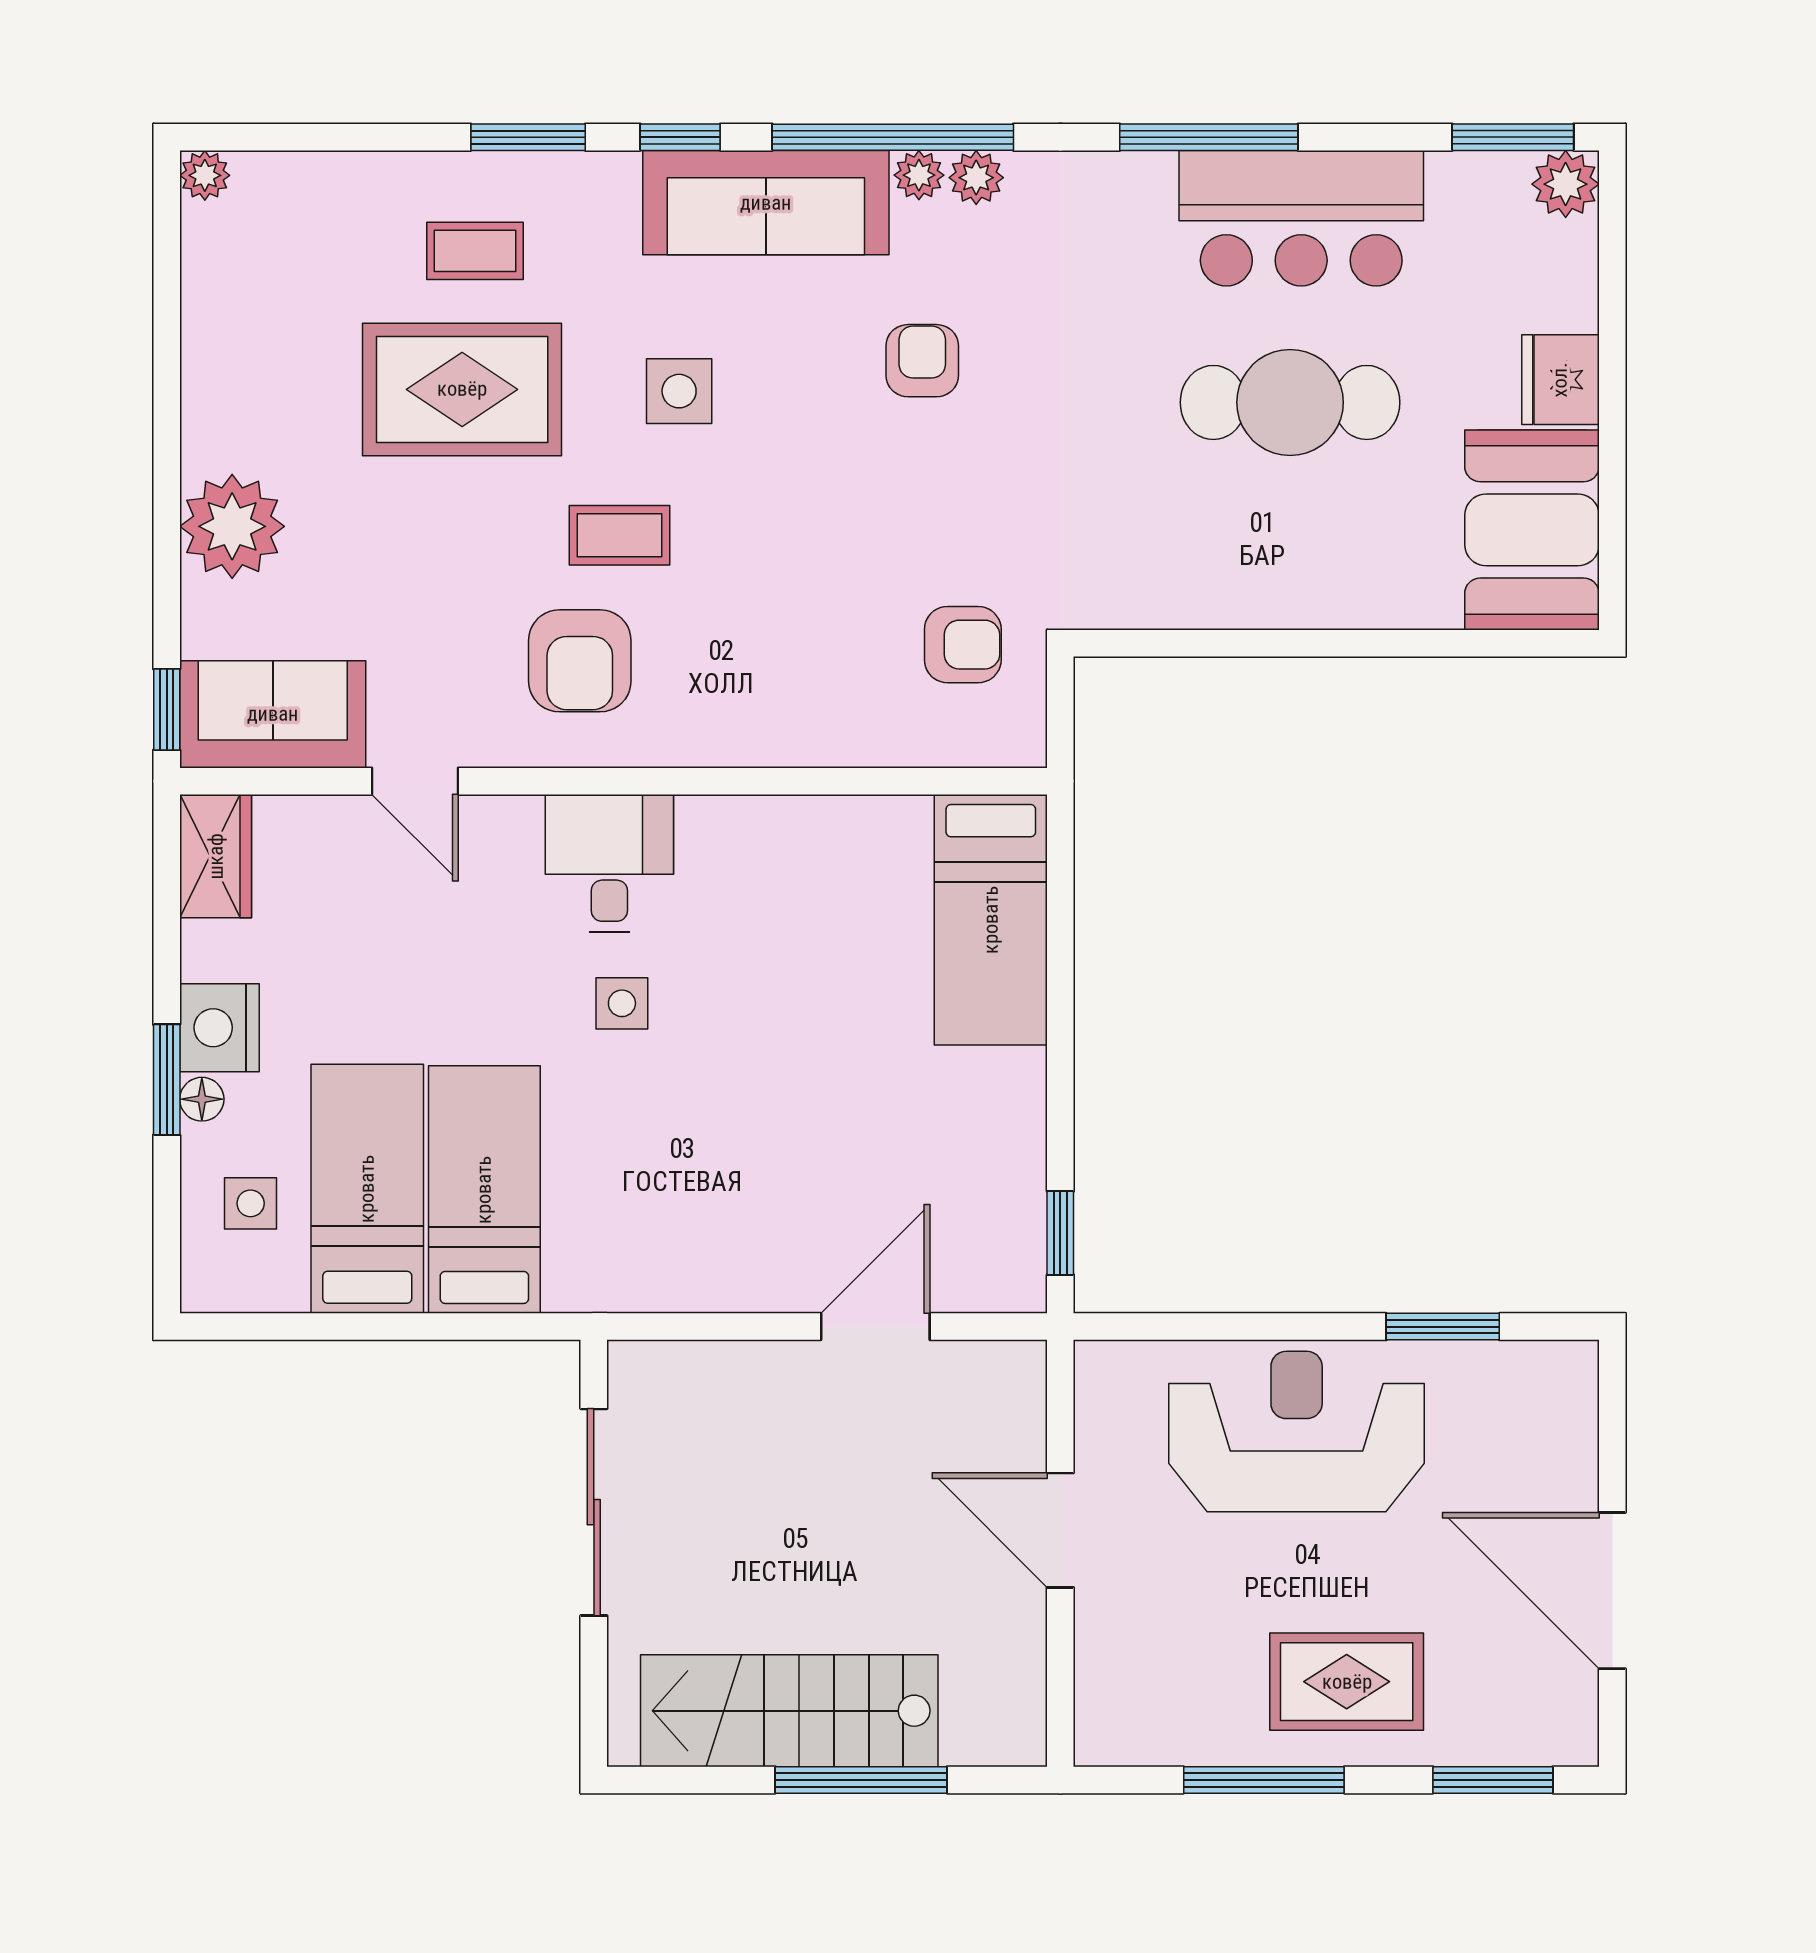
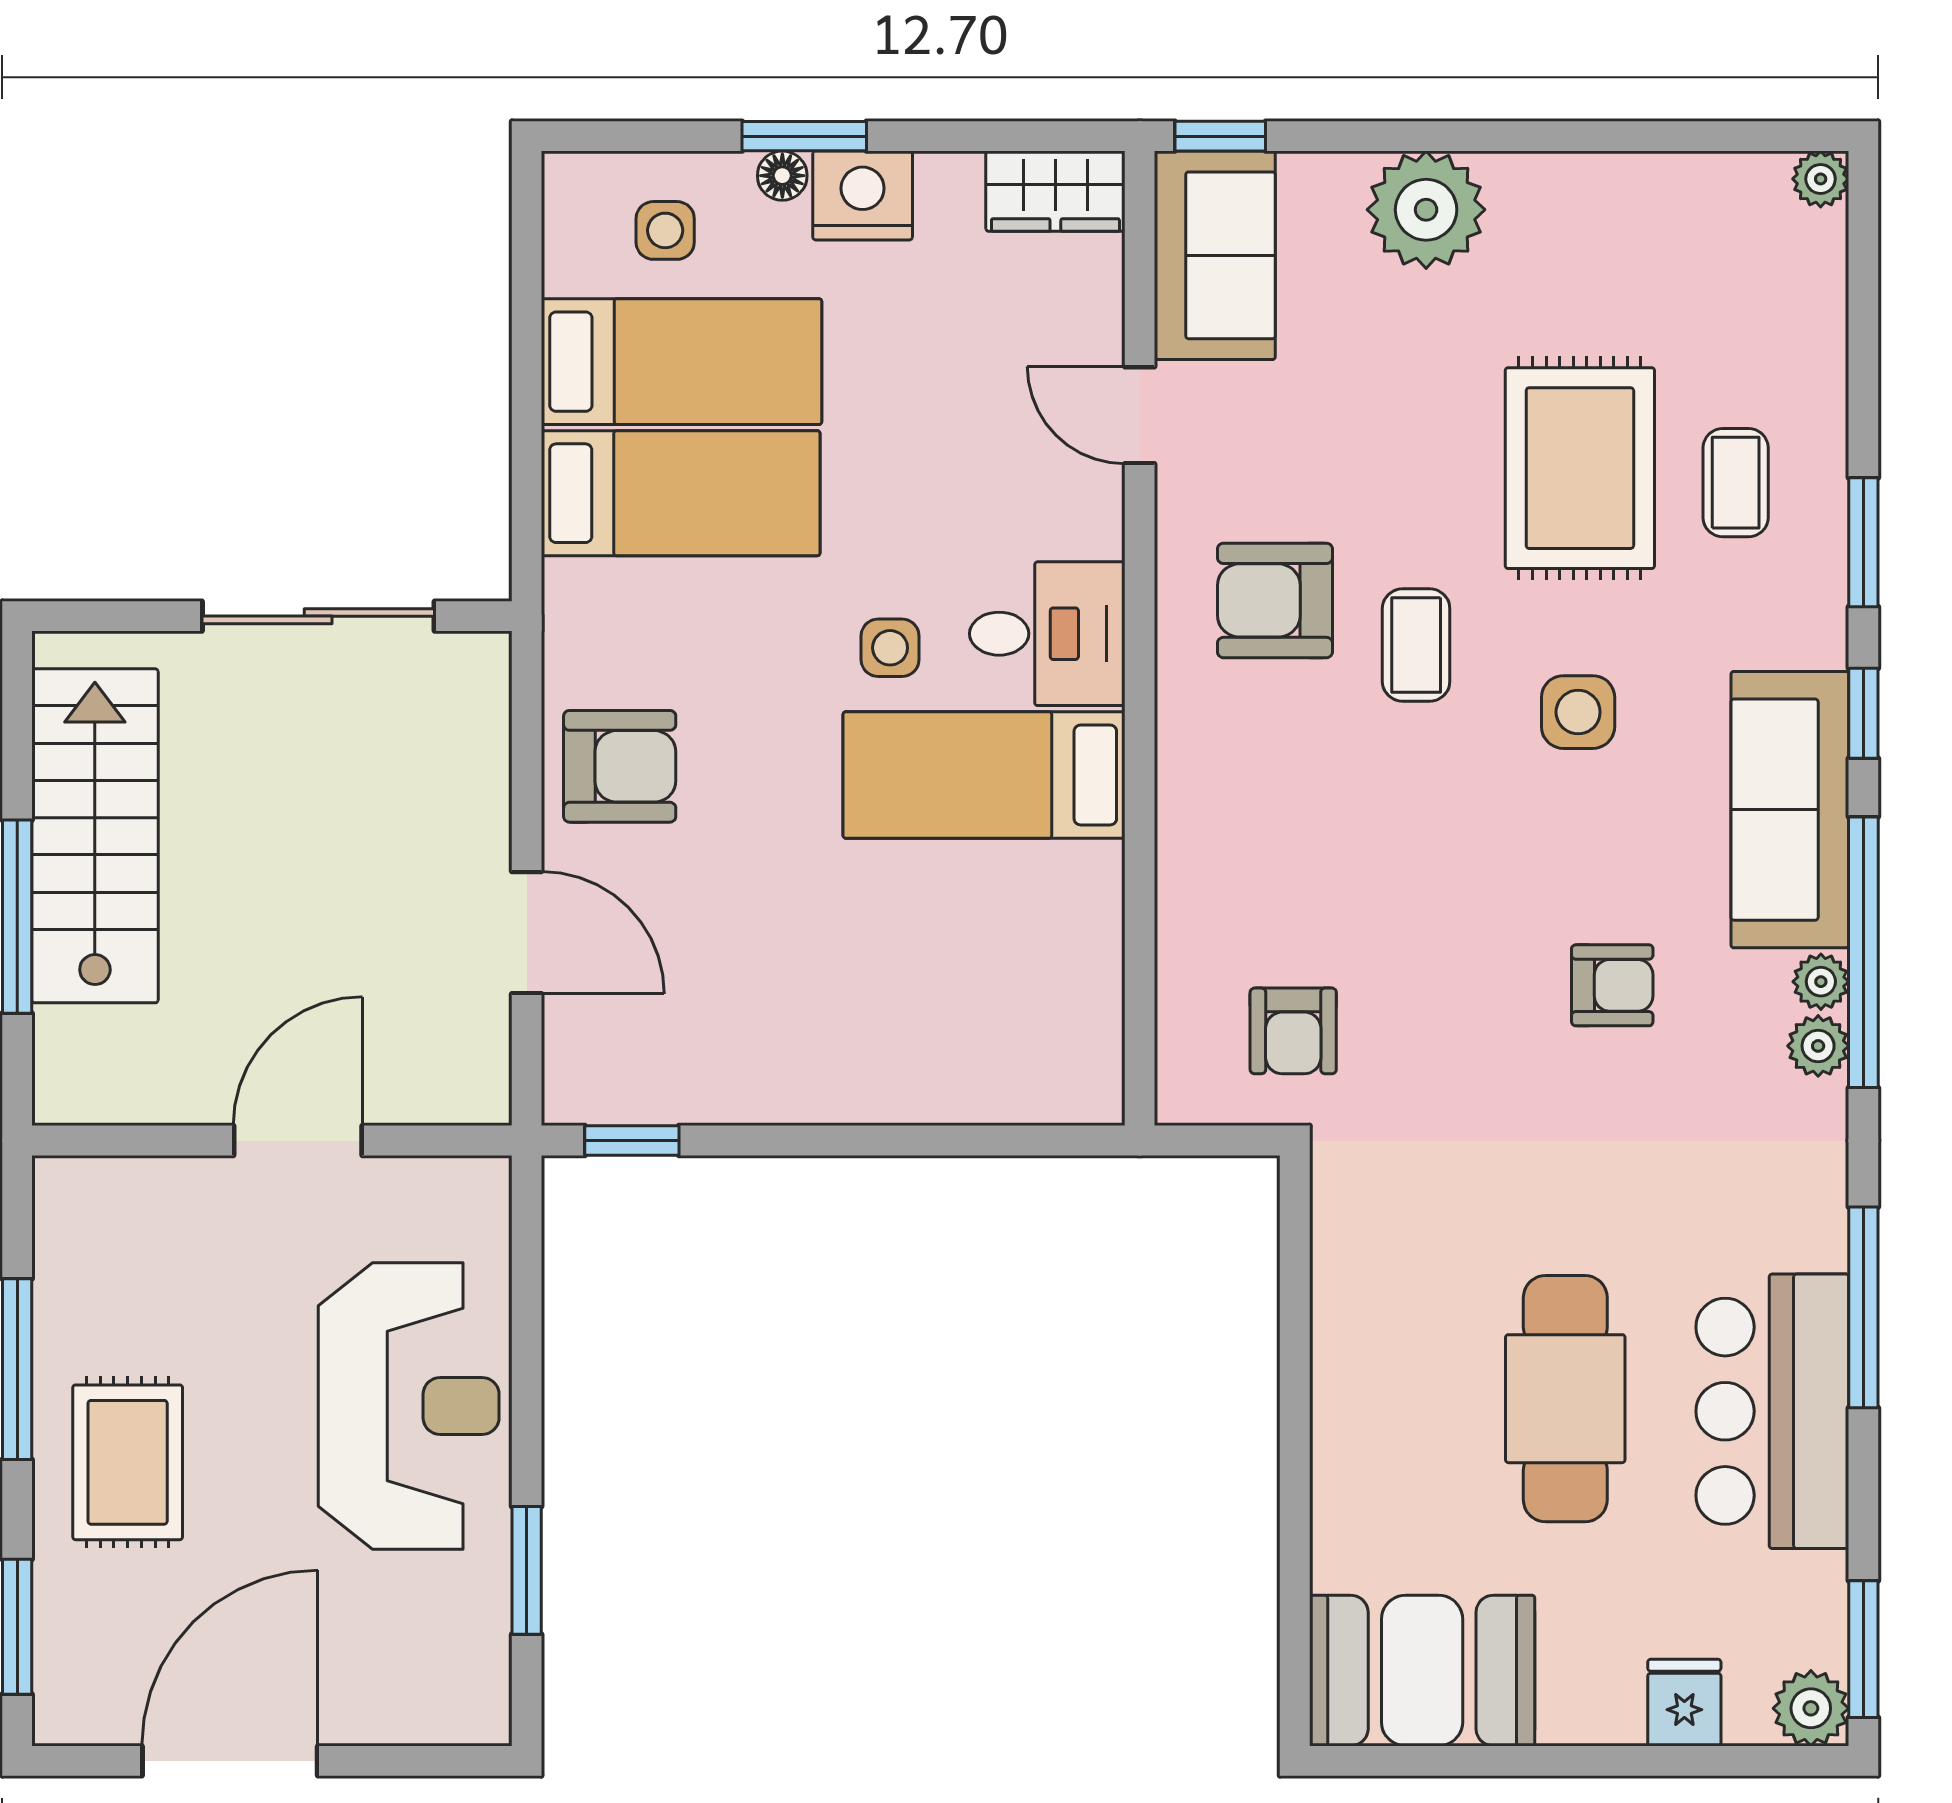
fridge: (1560, 380) -> (1684, 1703), moved, width x0.72
door: (415, 781) -> (1140, 415), hinge flipped
bed: (991, 920) -> (984, 775), moved
armchair: (727, 1244) -> (620, 766), added

